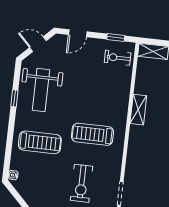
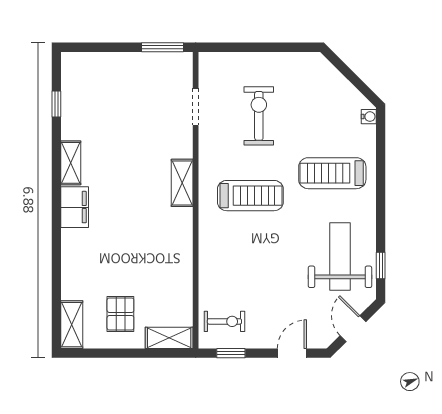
door: (38, 44) -> (353, 329), swing flipped
window: (14, 98) -> (381, 265), moved
shelving: (138, 110) -> (182, 183), moved

